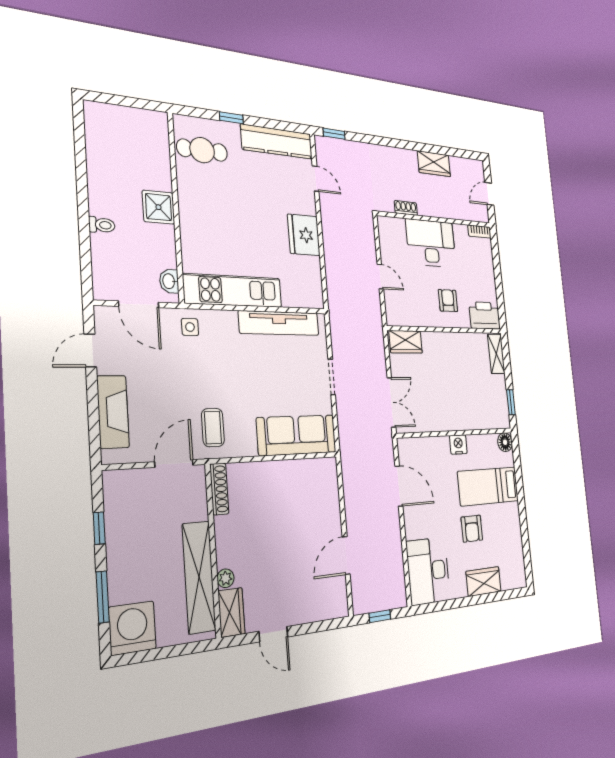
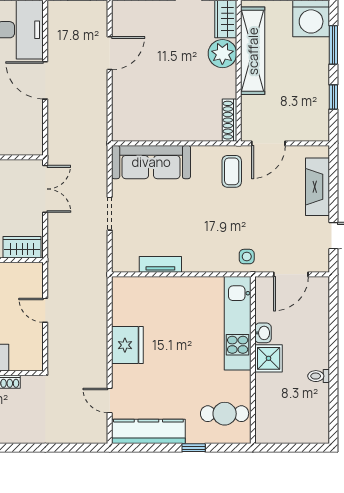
window: (334, 134) -> (85, 448), removed
toilet: (102, 225) -> (319, 376), moved
washbasin: (169, 281) -> (263, 333), moved
kitchen unit: (233, 291) -> (238, 323), moved, turned 90
door: (139, 304) -> (291, 274), swing flipped
tv unit: (279, 323) -> (160, 264), width x0.52, depth x0.78
double door: (391, 402) -> (45, 189), swing flipped
door: (399, 486) -> (45, 80), moved
plant: (226, 578) -> (222, 54), width x1.88, depth x1.88

